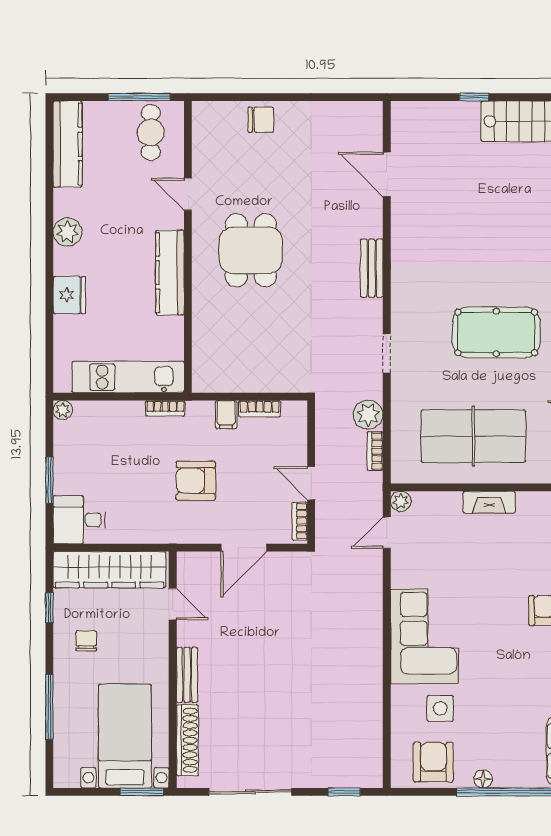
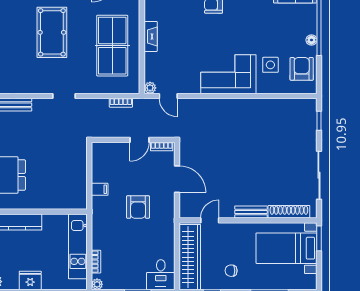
bookcase: (165, 408) -> (96, 262), moved
bookcase: (260, 409) -> (96, 170), removed
plant: (368, 415) -> (100, 107), removed
armchair: (433, 762) -> (302, 69), turned 90

